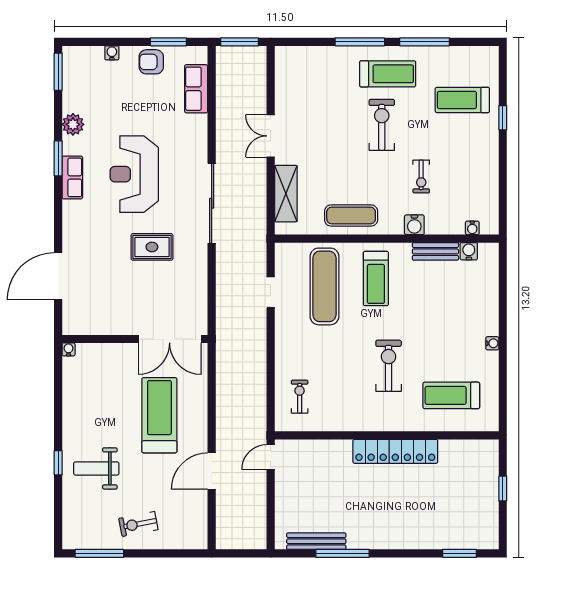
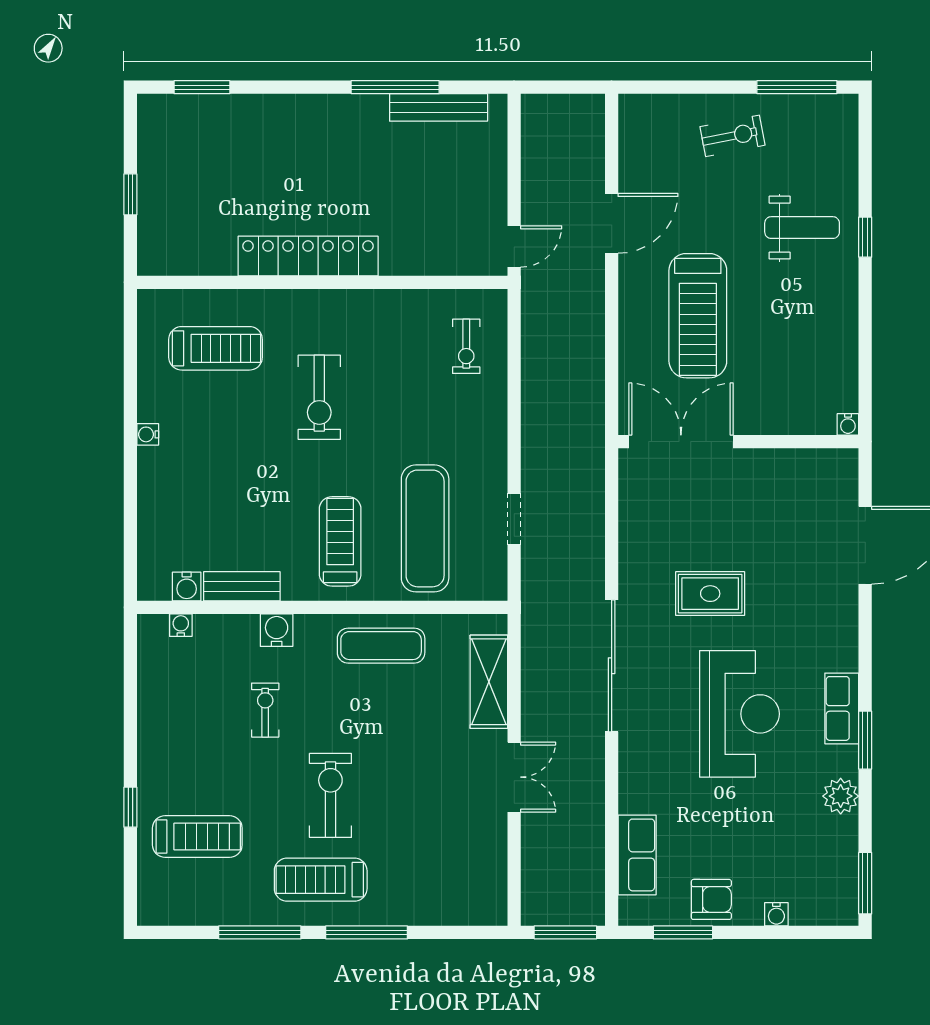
exercise bike: (382, 125) -> (330, 795), turned 180

